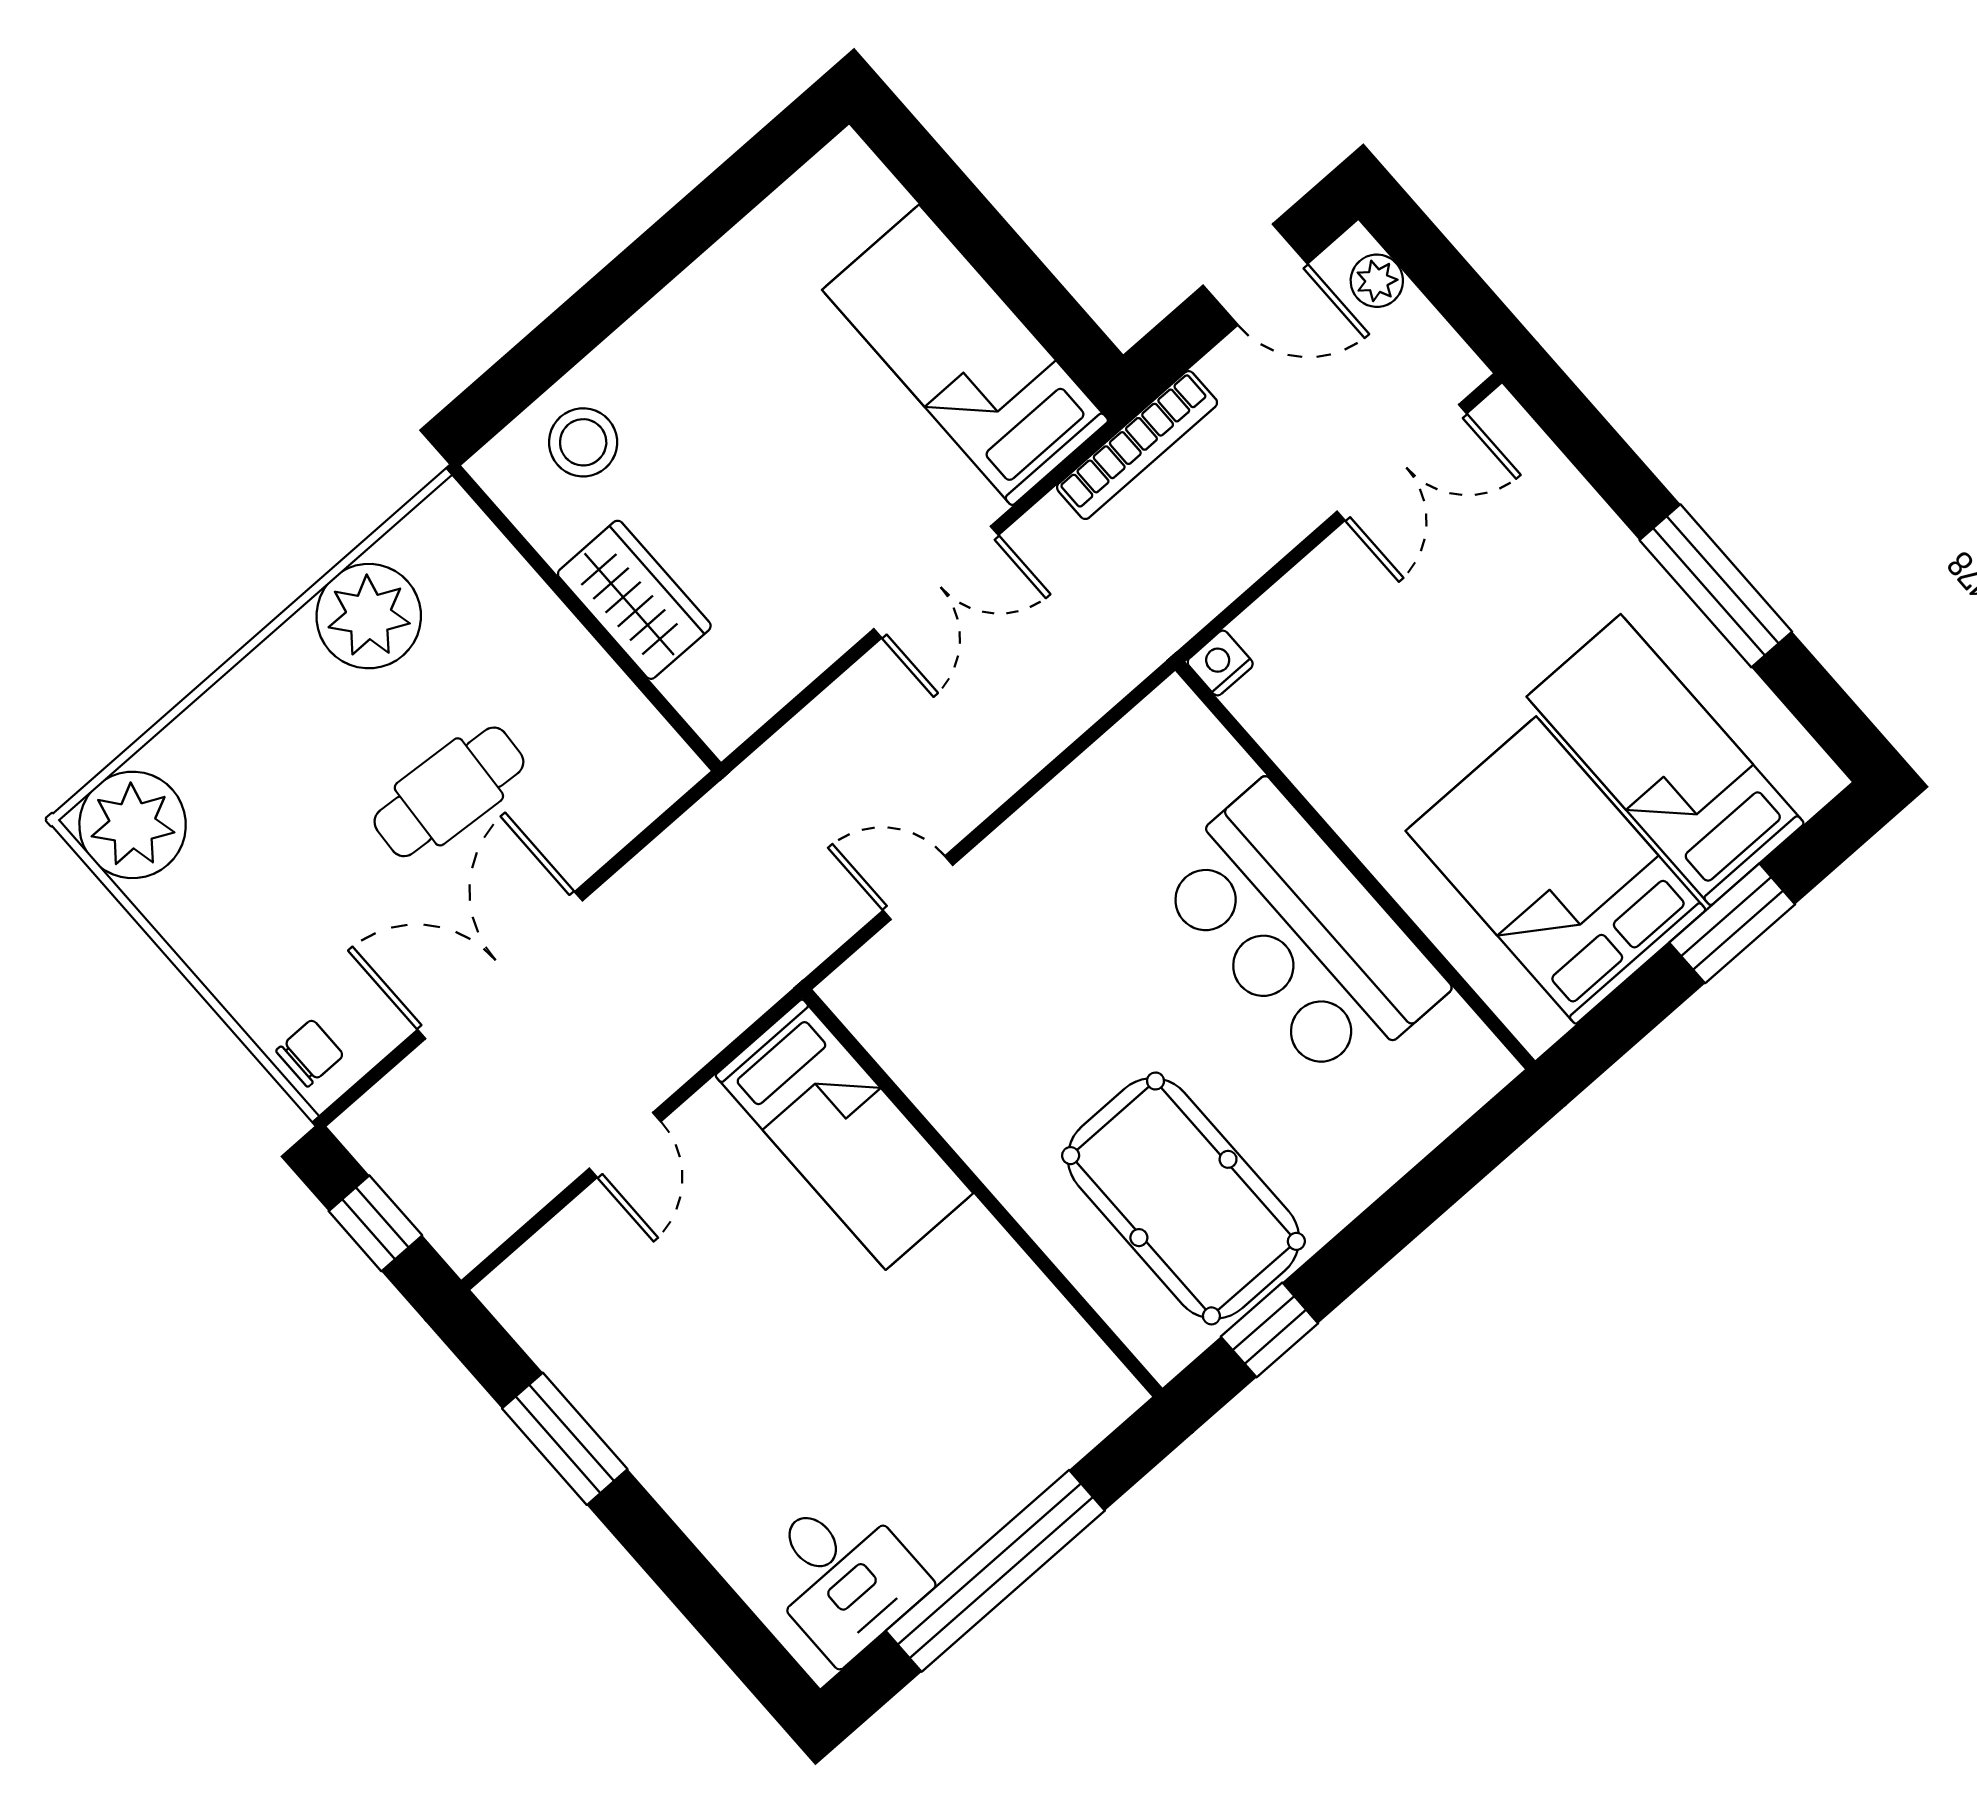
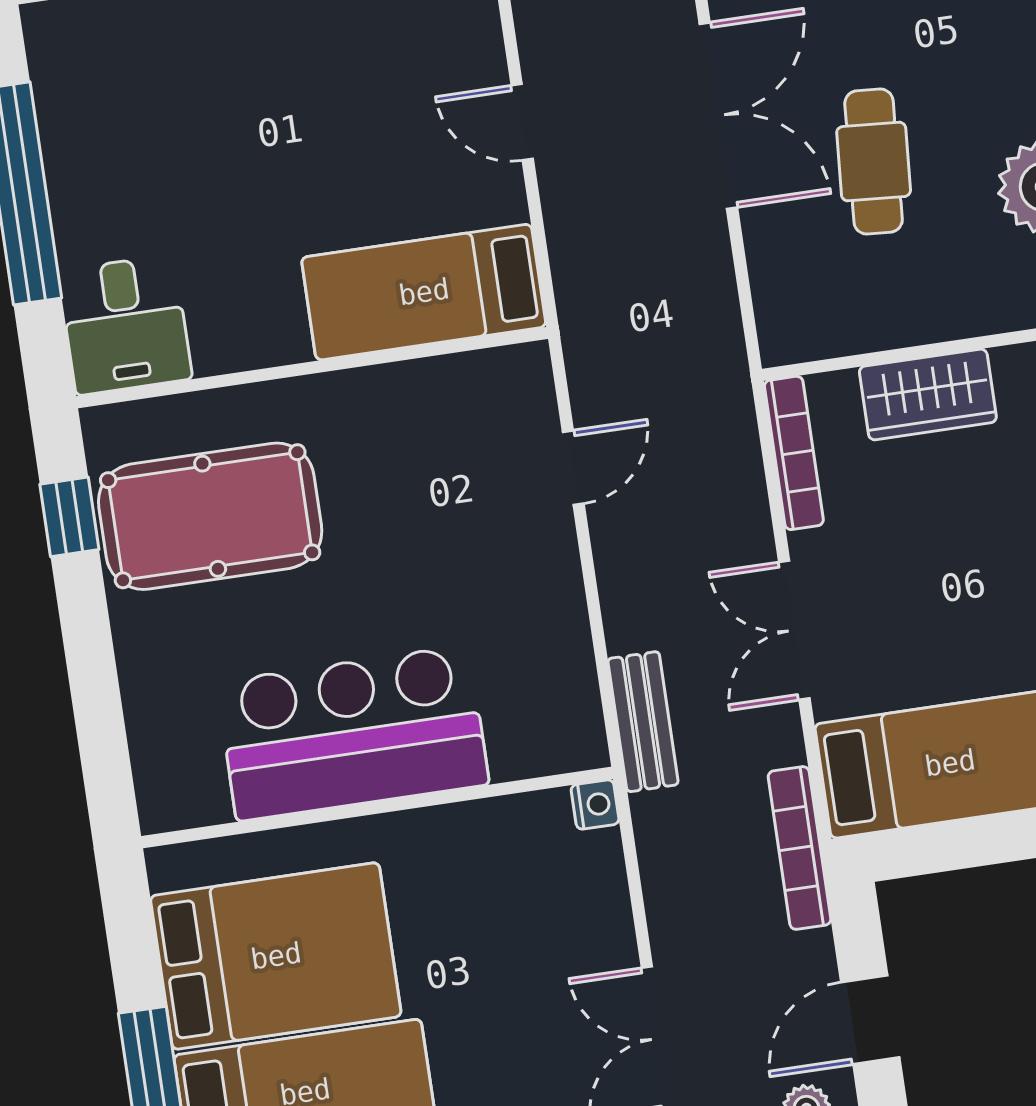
bench: (1114, 668) -> (643, 722), added
bookcase: (770, 690) -> (794, 453), added
desk: (842, 1575) -> (125, 325), moved, turned -90

